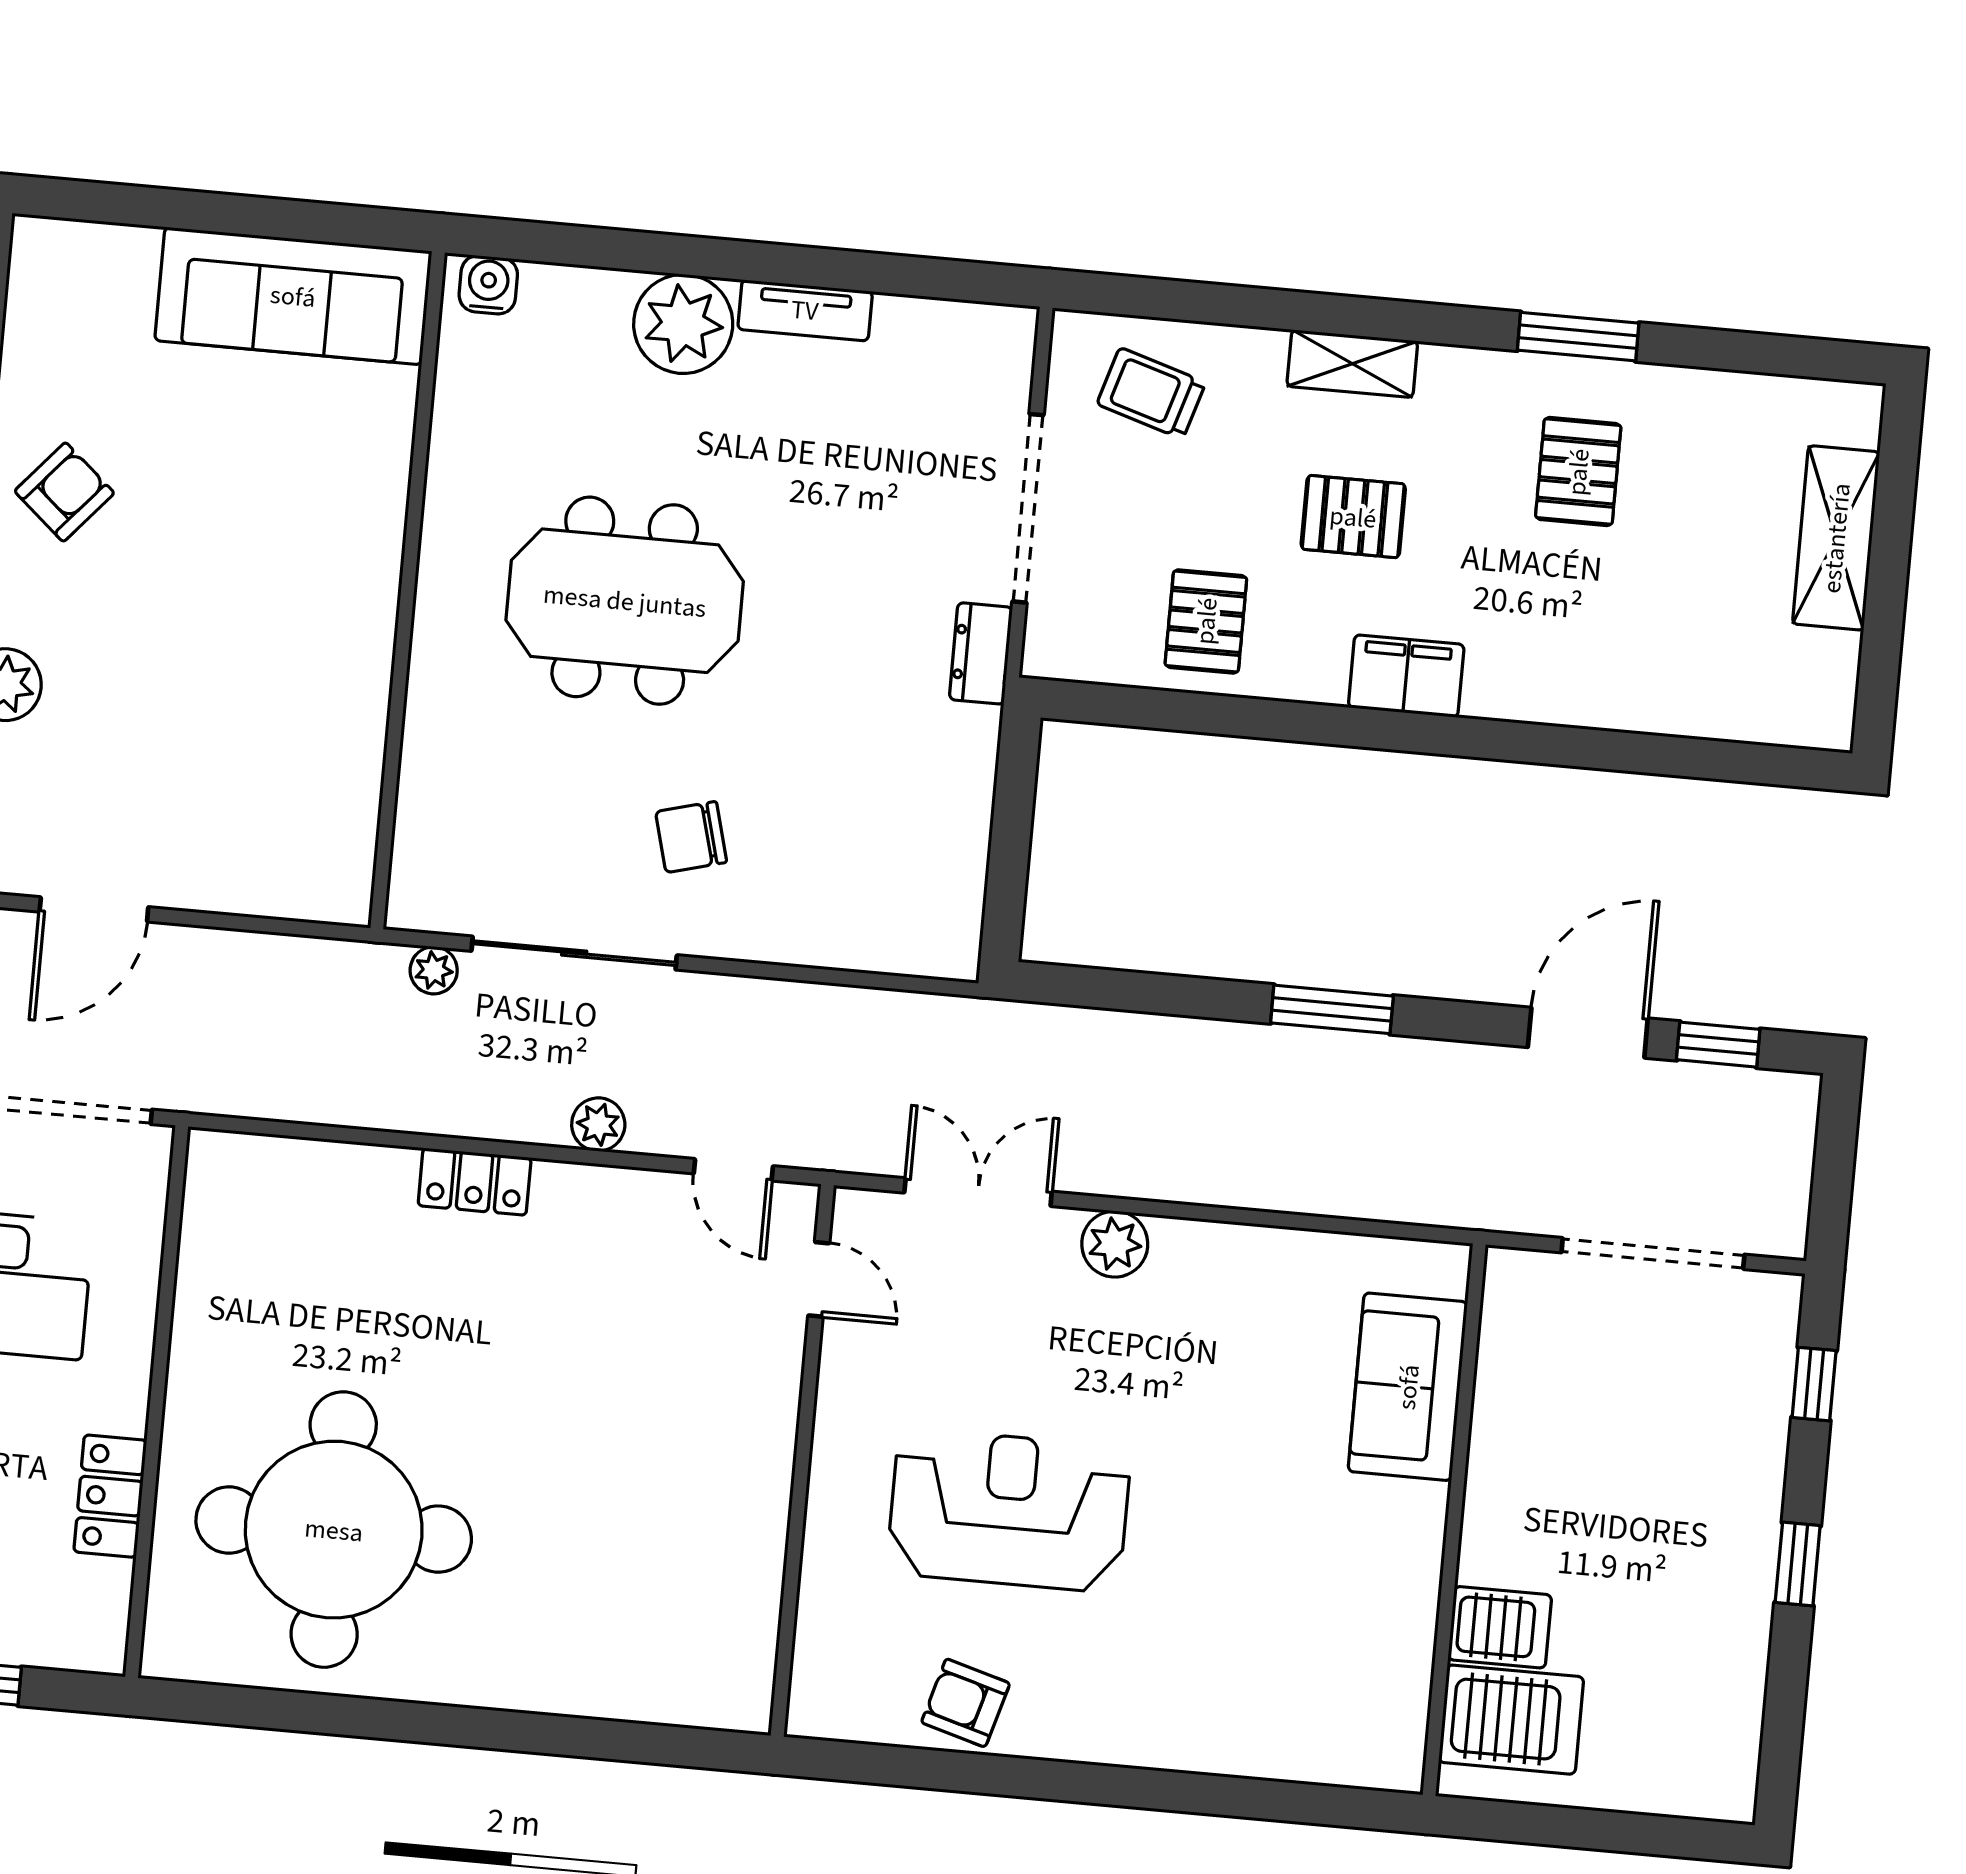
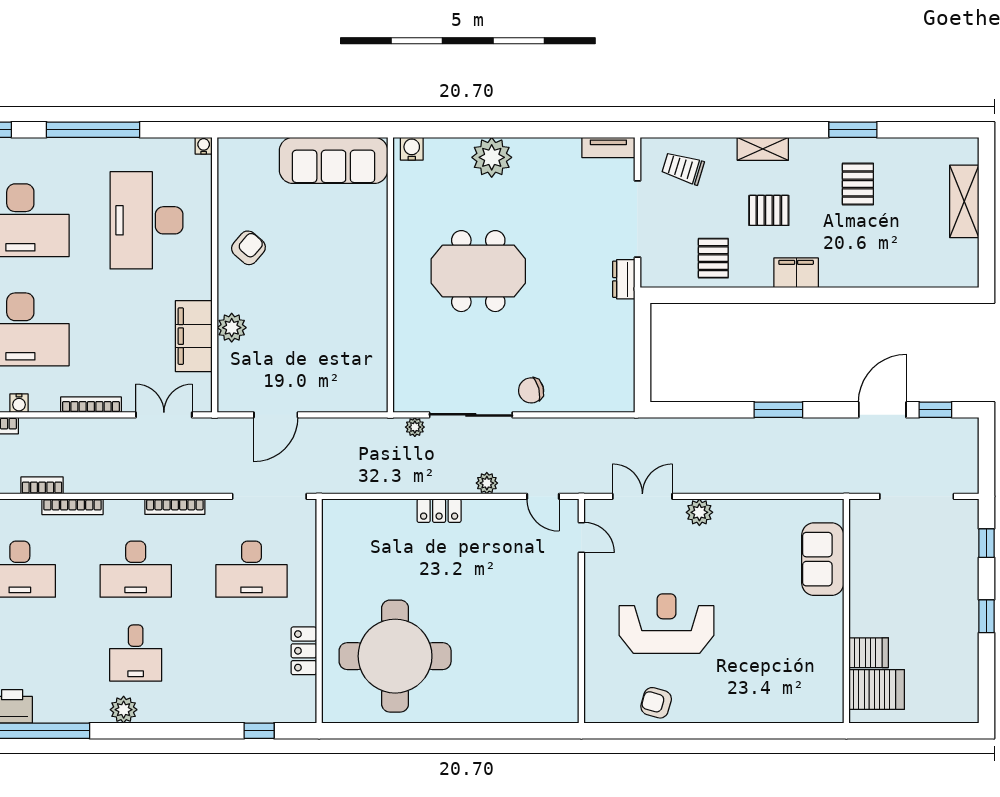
tv unit: (805, 310) -> (608, 147), moved
chair: (691, 837) -> (531, 390), moved

